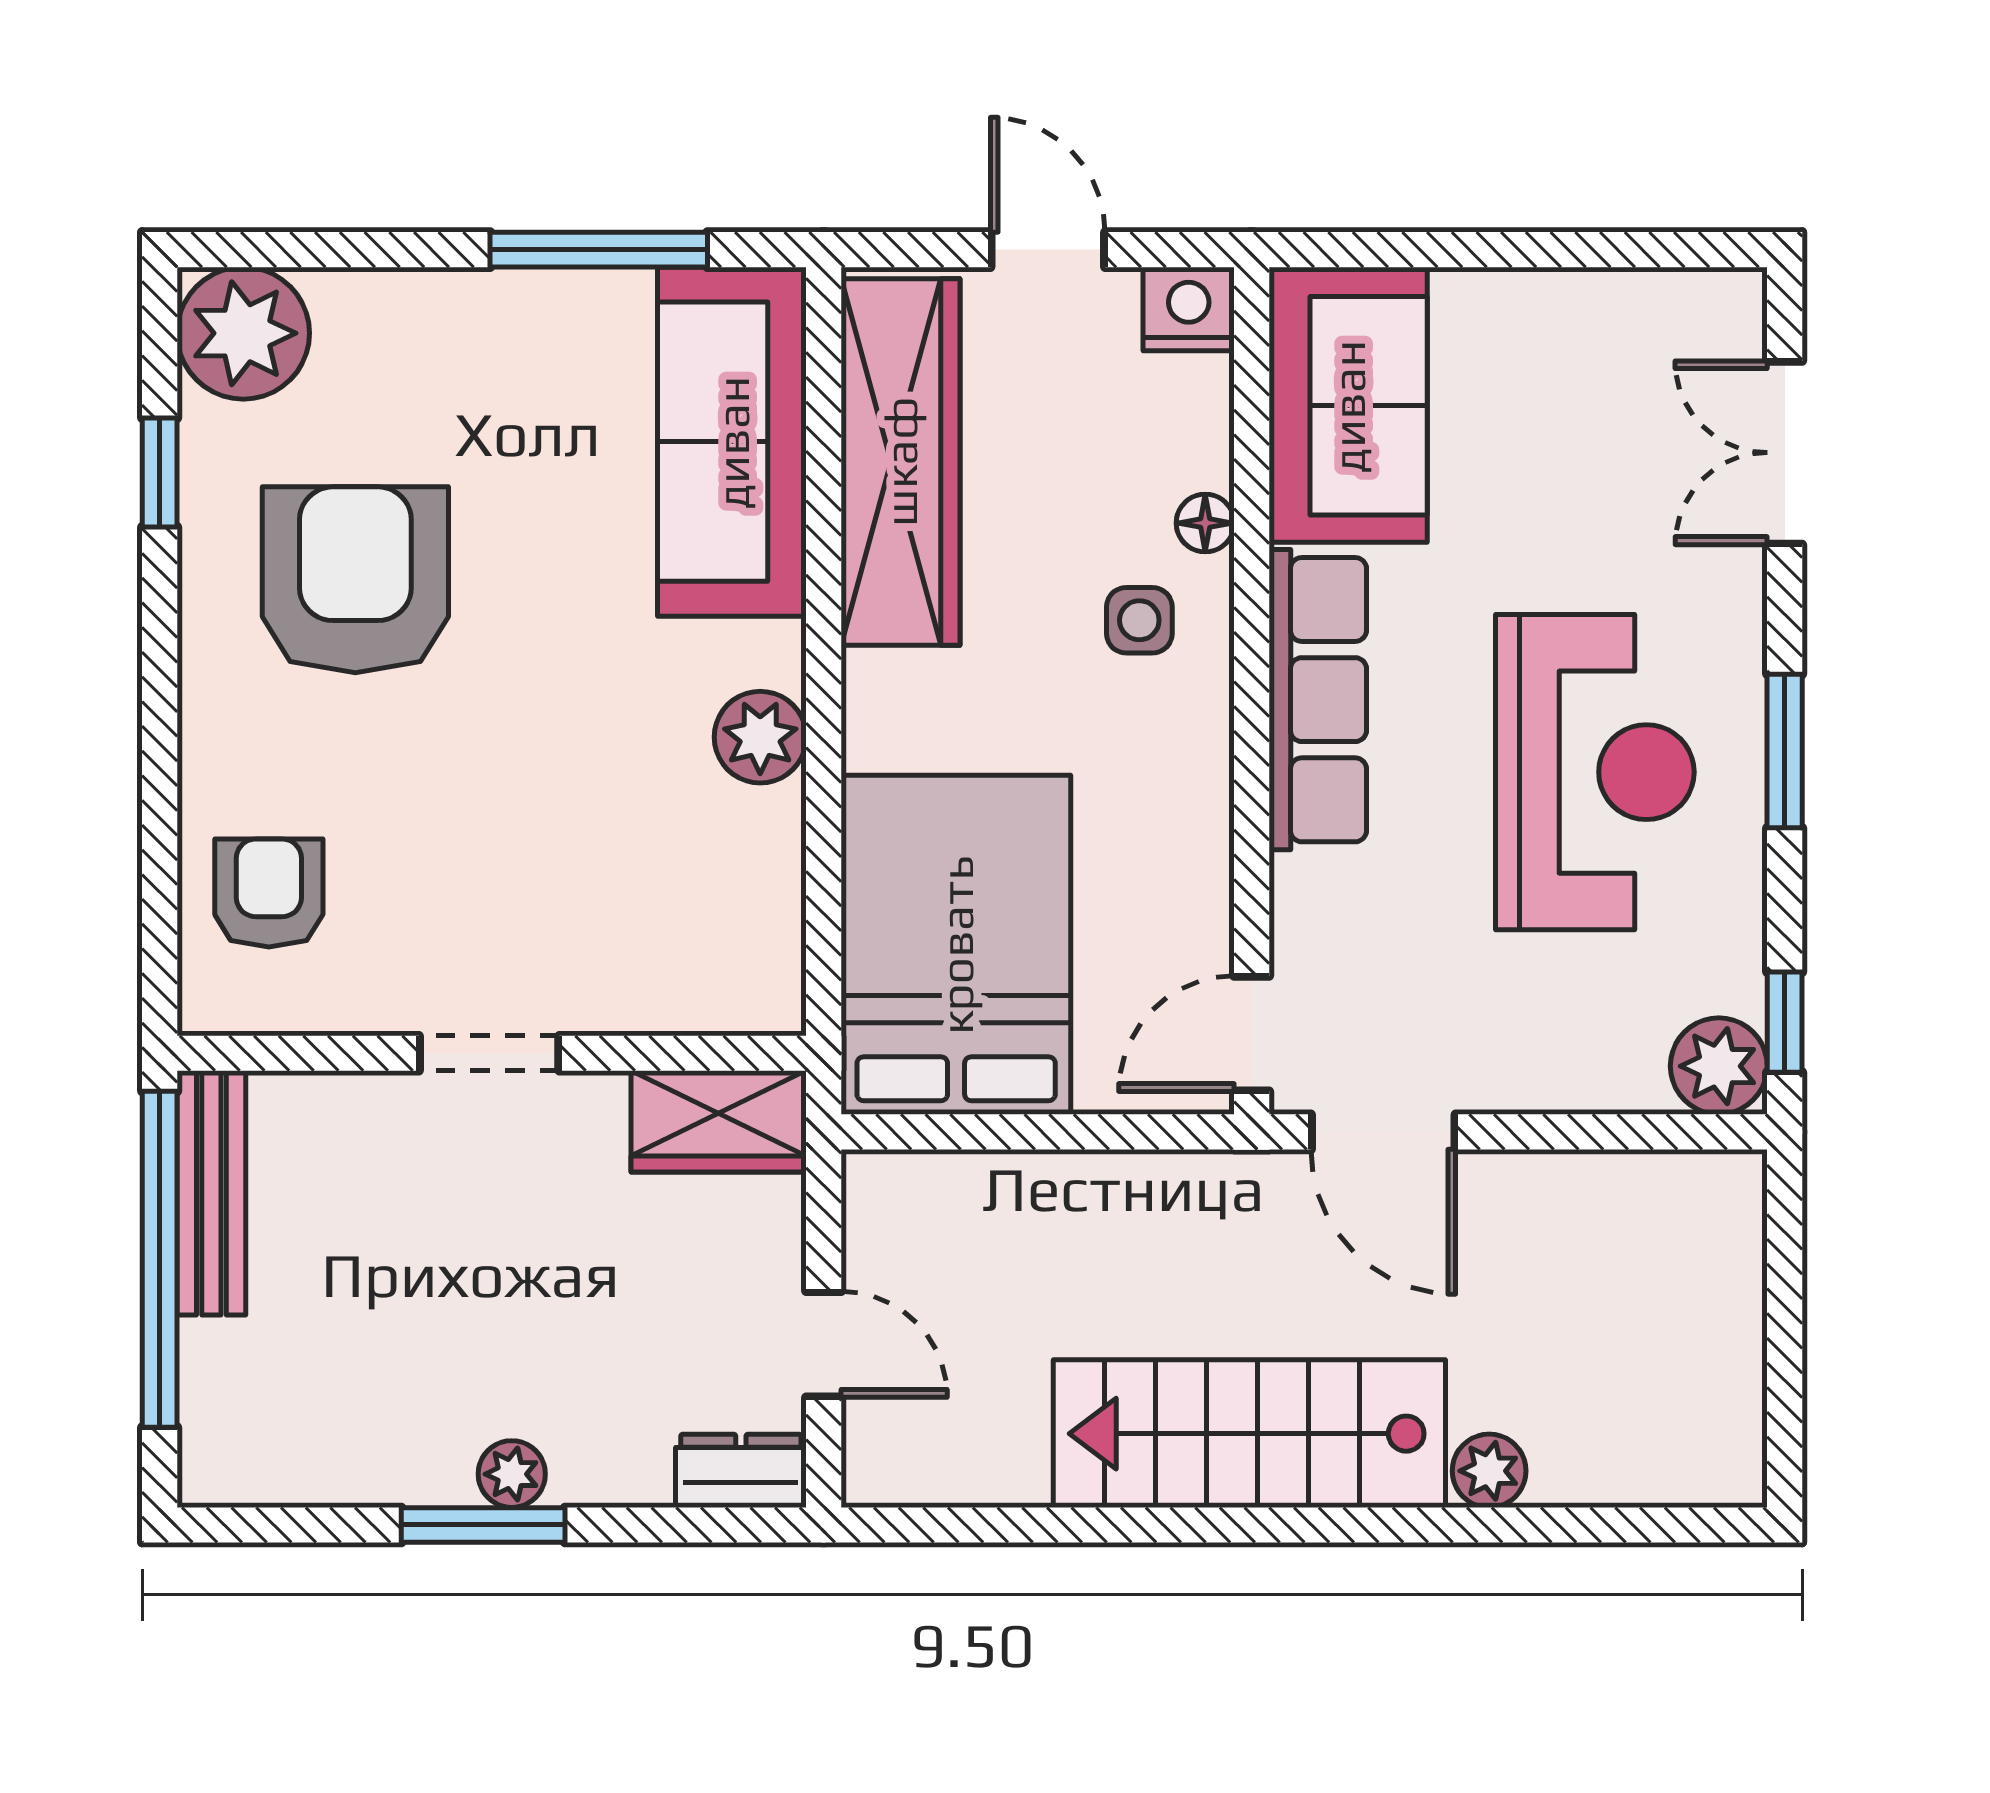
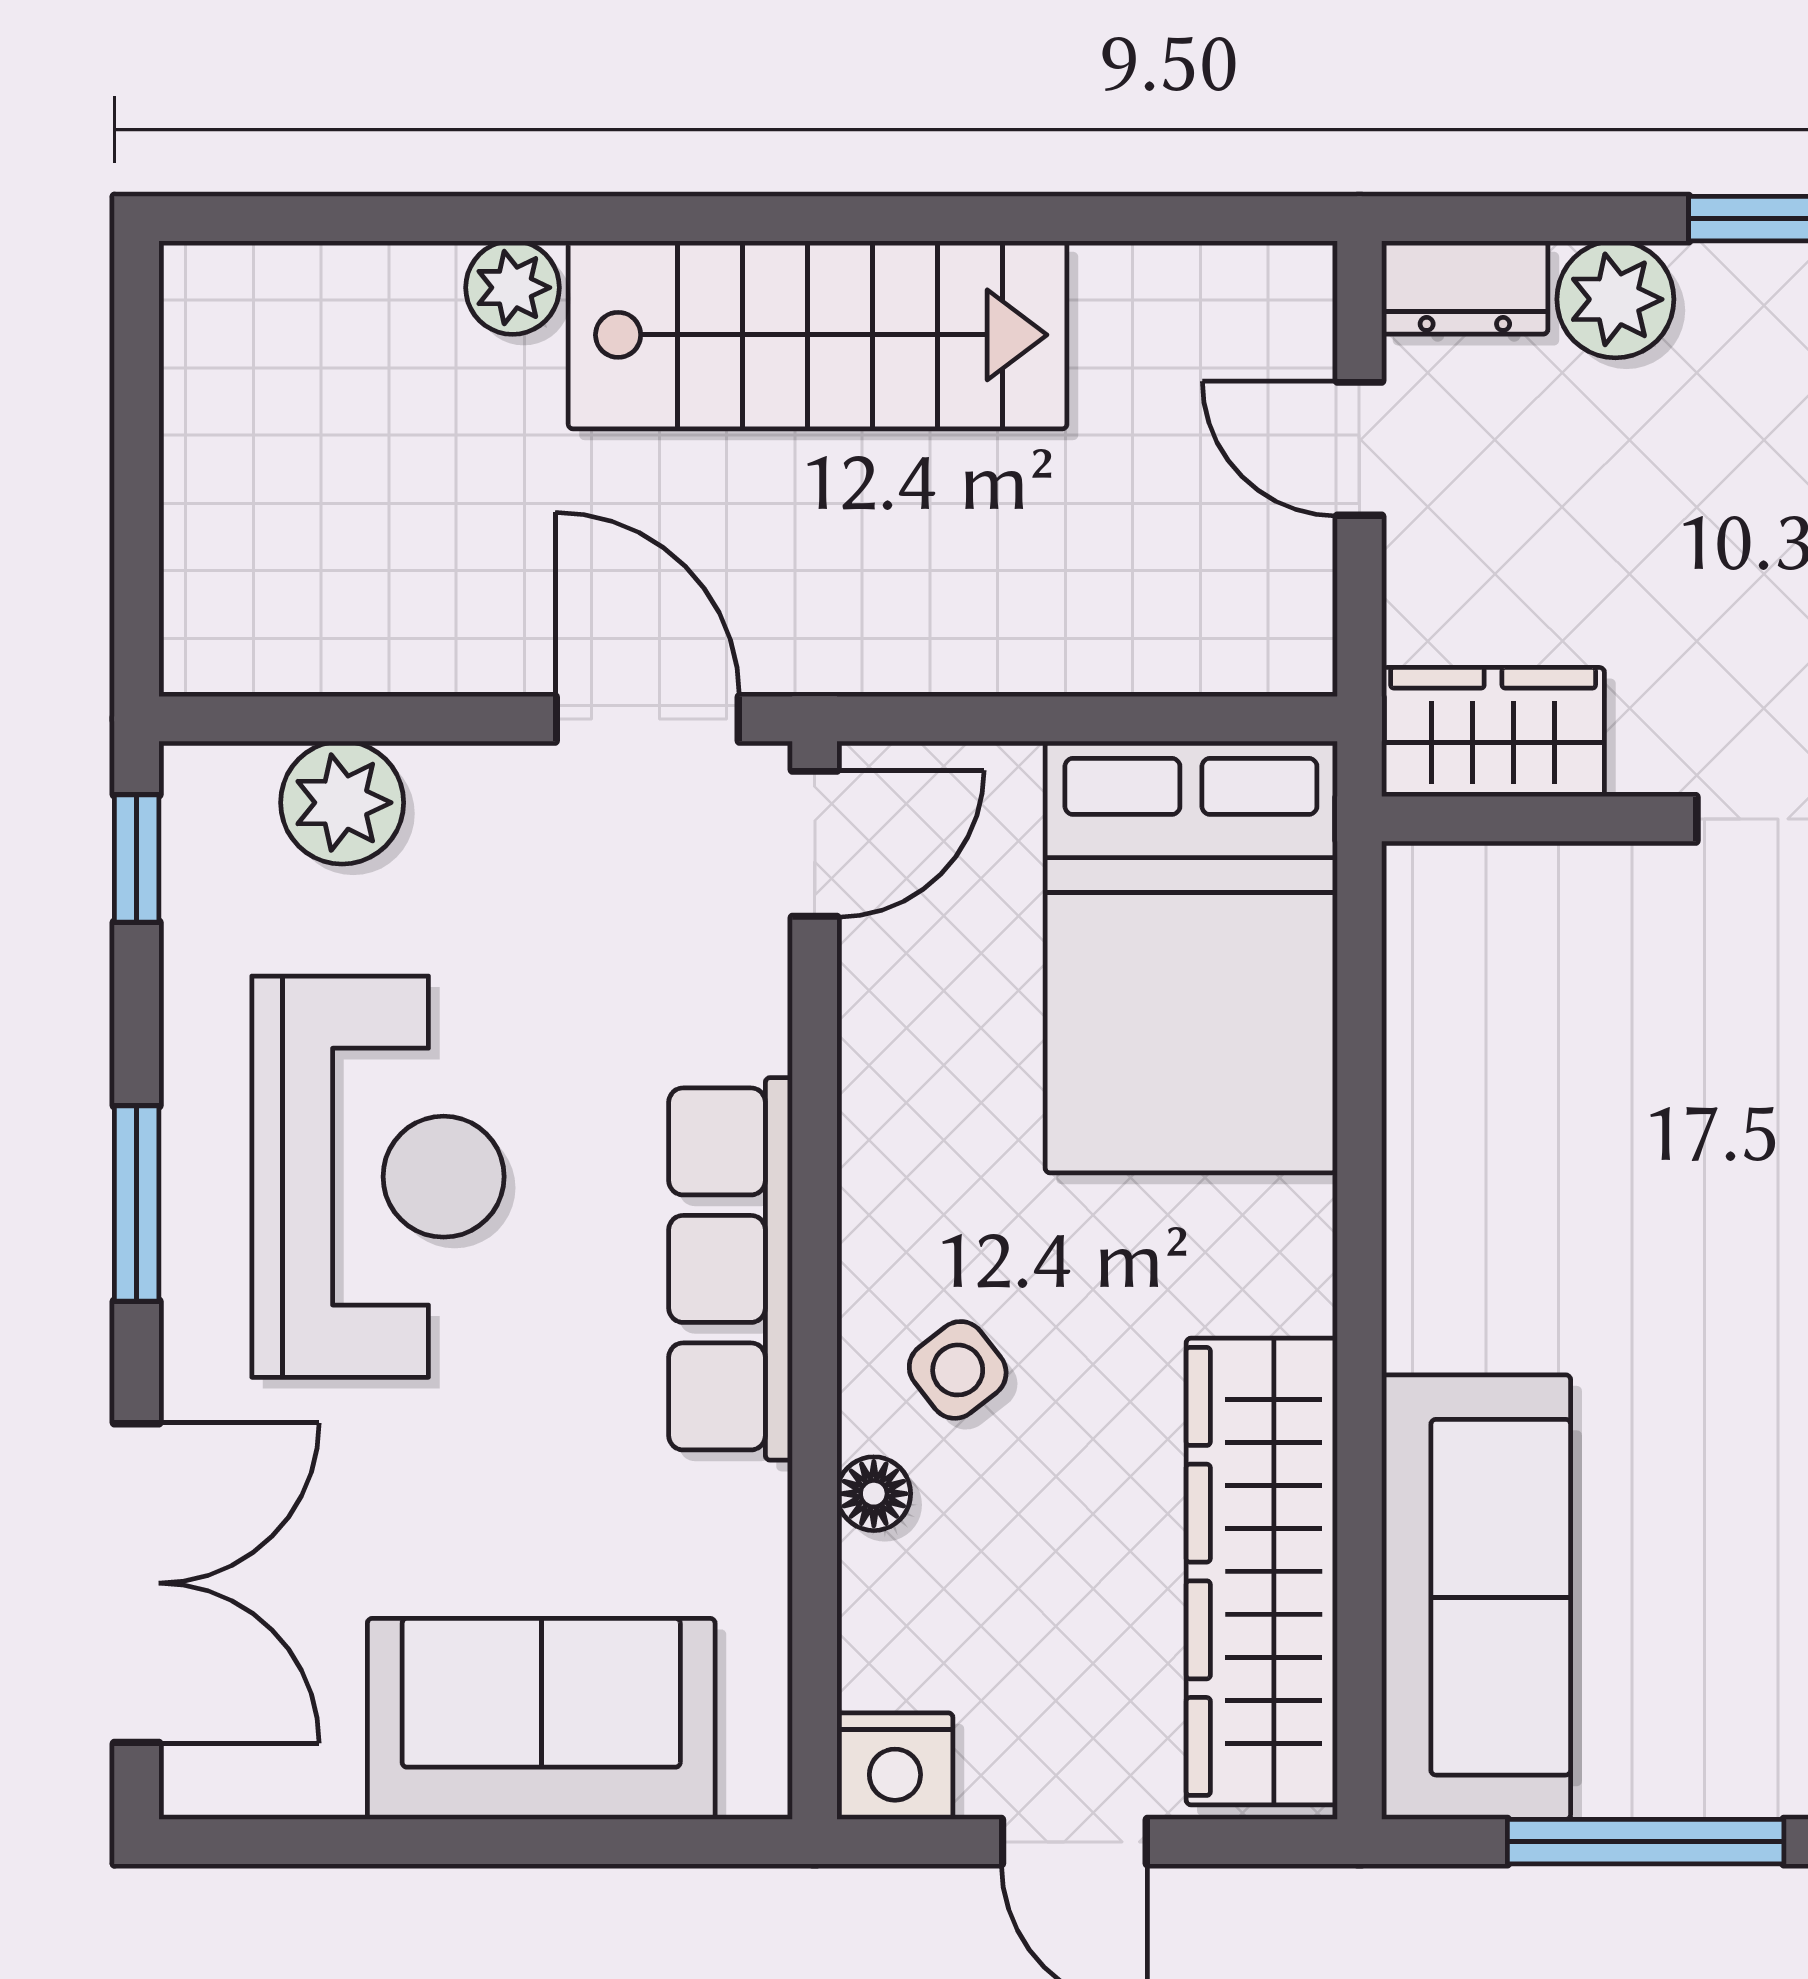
sofa: (1348, 406) -> (541, 1719), moved, turned 90
double door: (1785, 453) -> (137, 1583), width x1.37
side table: (1139, 620) -> (958, 1370), turned -38
plant: (760, 737) -> (1440, 1221), removed
reception desk: (1595, 772) -> (378, 1177), turned 180
plant: (1719, 1066) -> (342, 803), moved
plant: (512, 1474) -> (1615, 299), moved, width x1.38, depth x1.38

